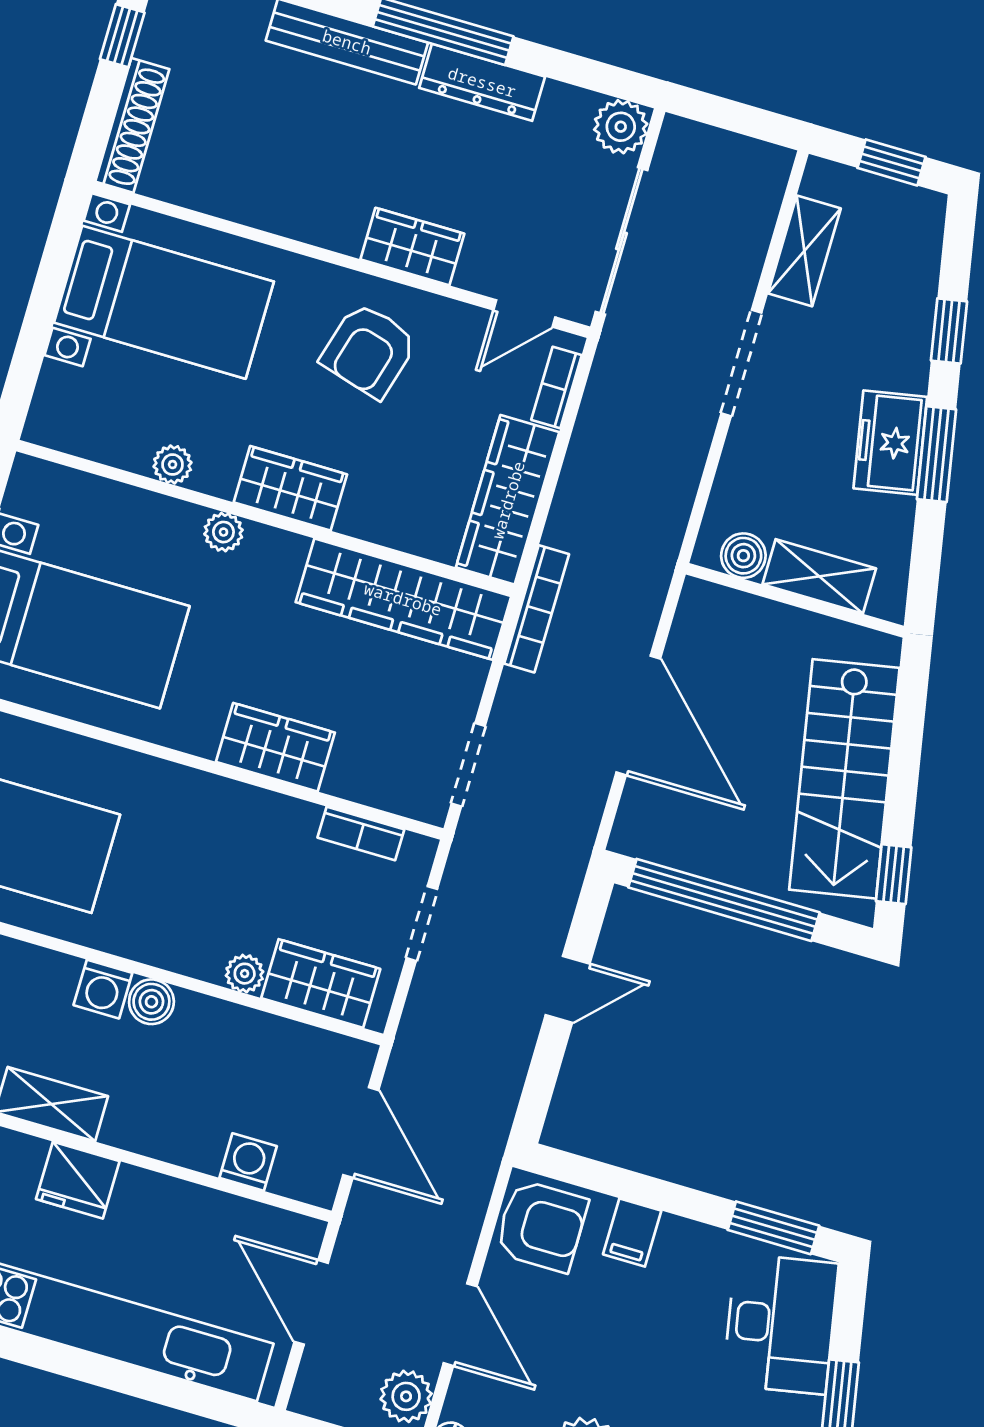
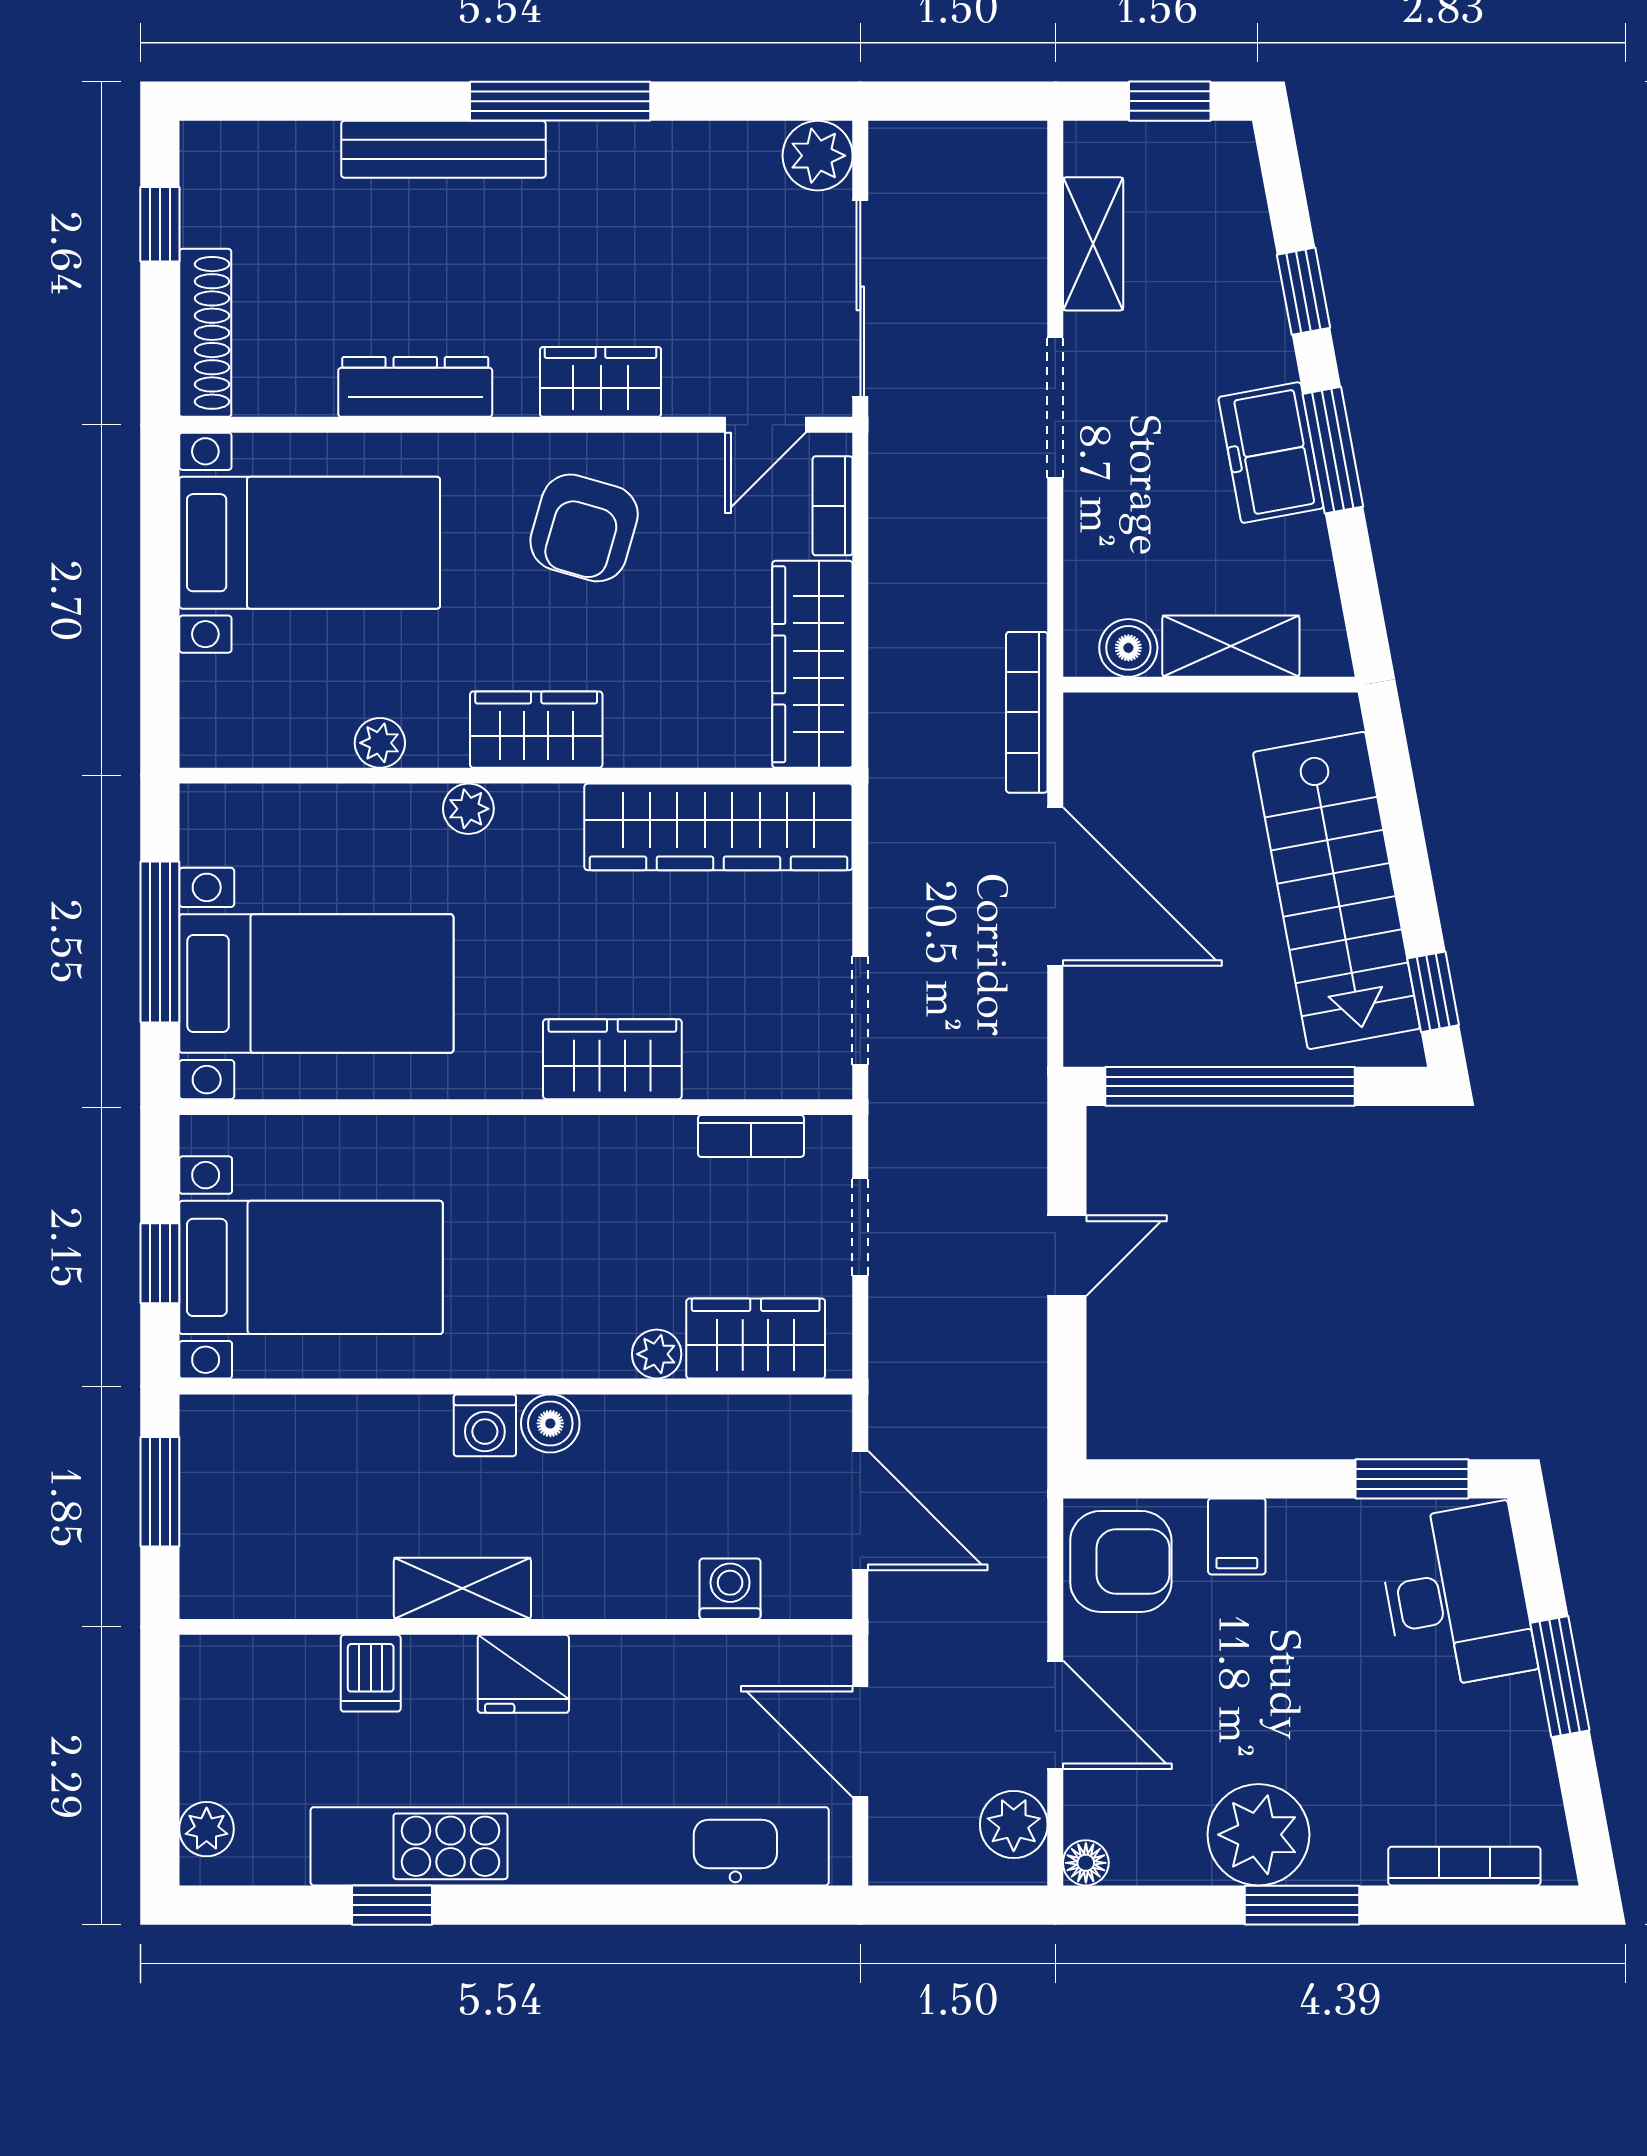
dresser: (482, 82) -> (415, 387), moved, turned 180
bookcase: (537, 609) -> (1027, 712), moved, turned 180

